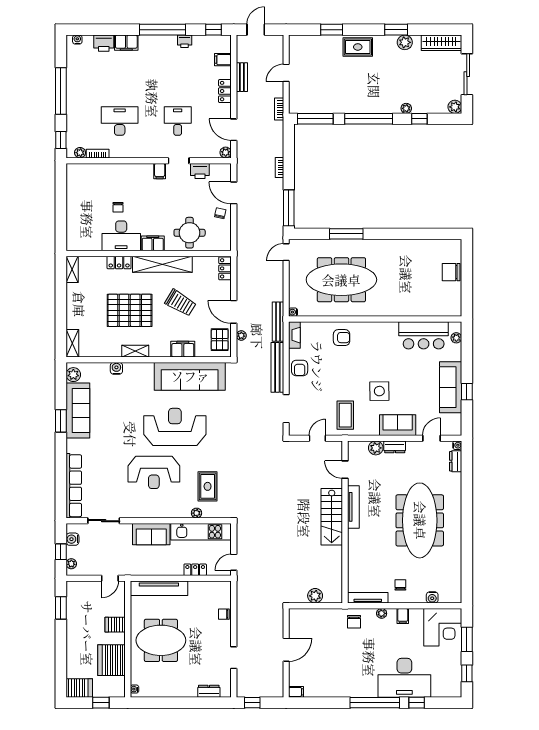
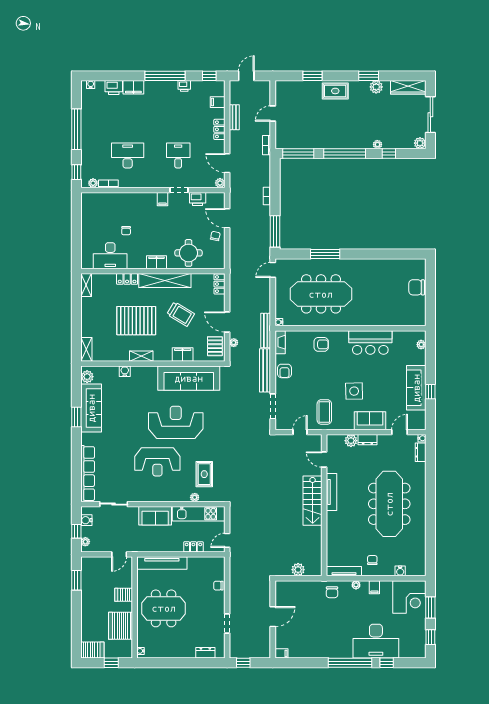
desk: (121, 236) -> (110, 256), moved
bar counter: (424, 335) -> (370, 342), moved

